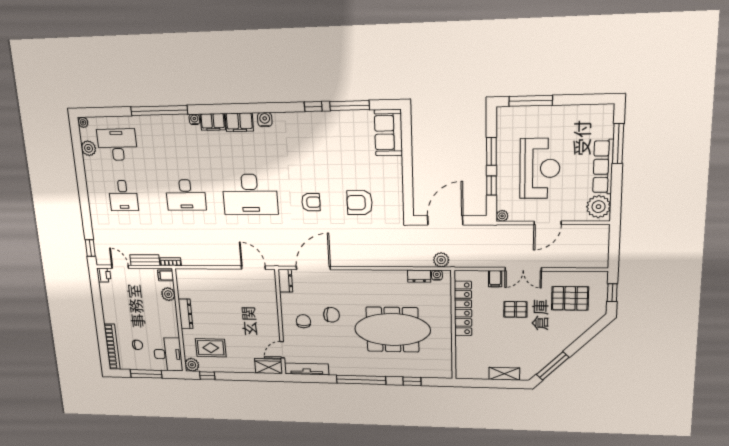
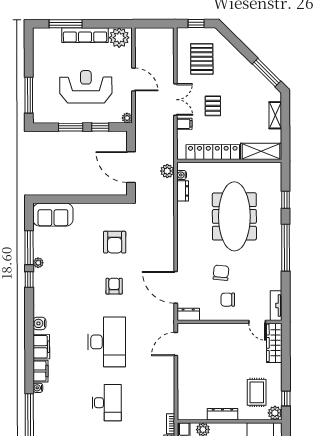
plant: (333, 117) -> (38, 263), added
shelving: (464, 358) -> (261, 151), added
wardrobe: (269, 366) -> (274, 343), width x1.50
tv unit: (307, 369) -> (276, 306), width x0.71

